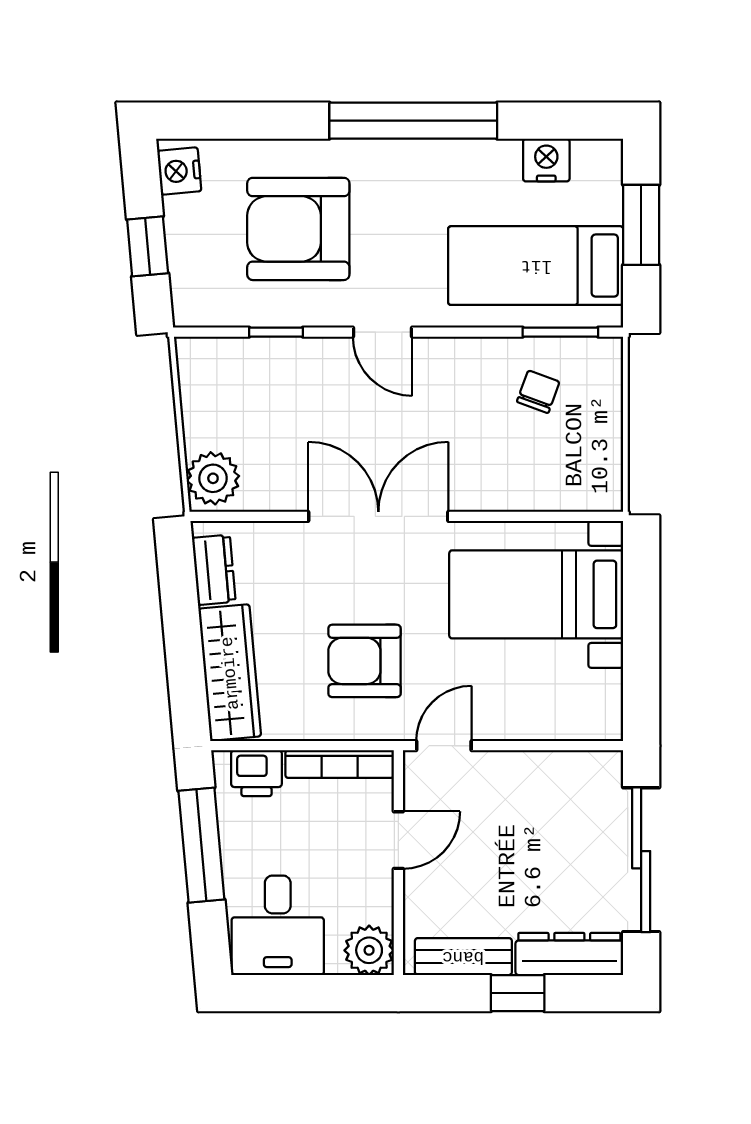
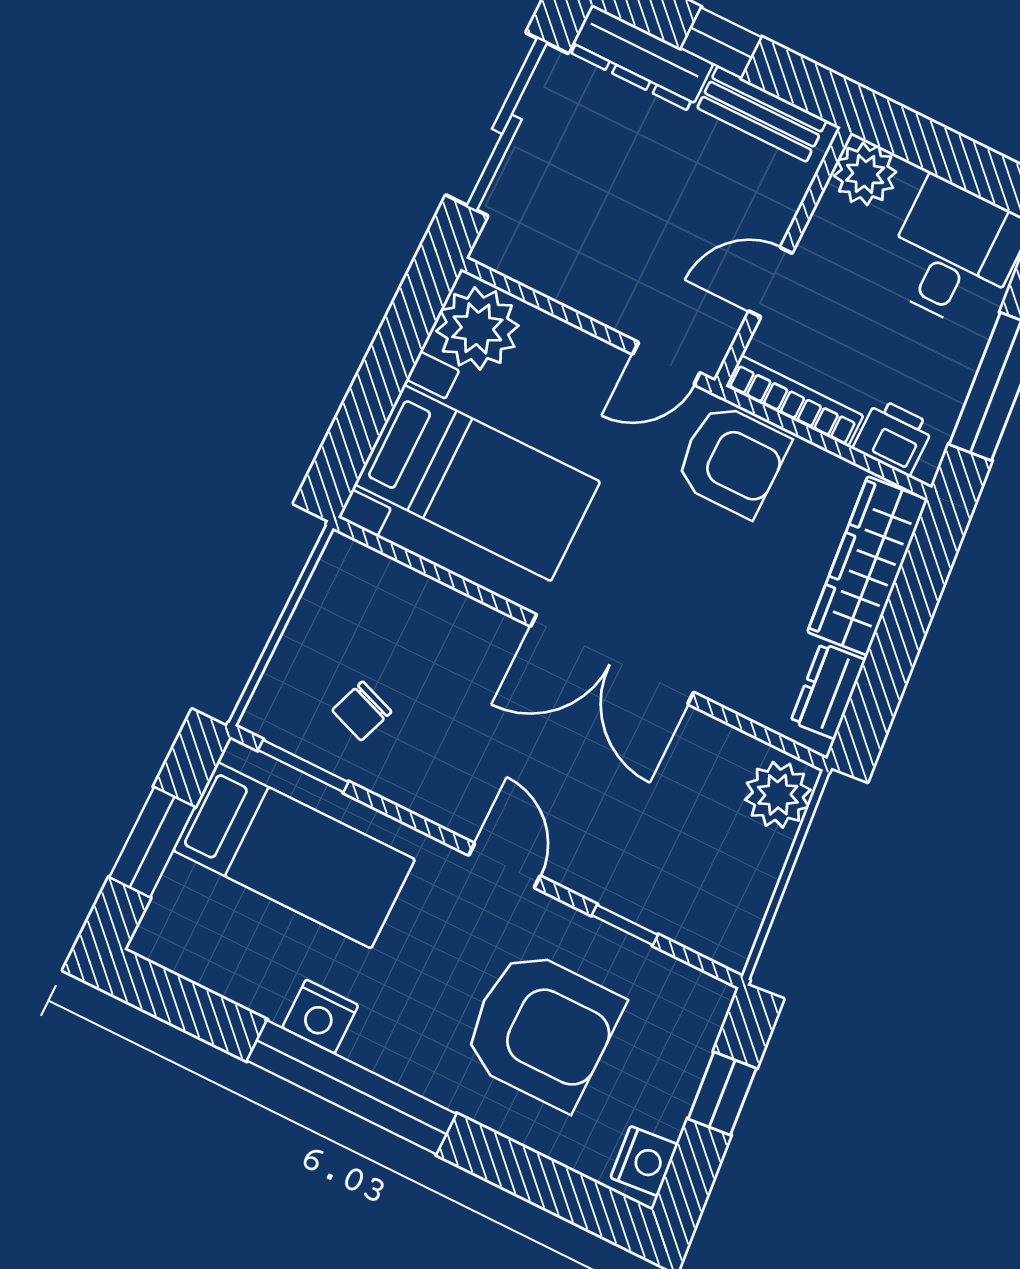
nightstand: (546, 160) -> (320, 1016), moved
armchair: (365, 661) -> (732, 460), moved
plant: (590, 704) -> (477, 328), added

